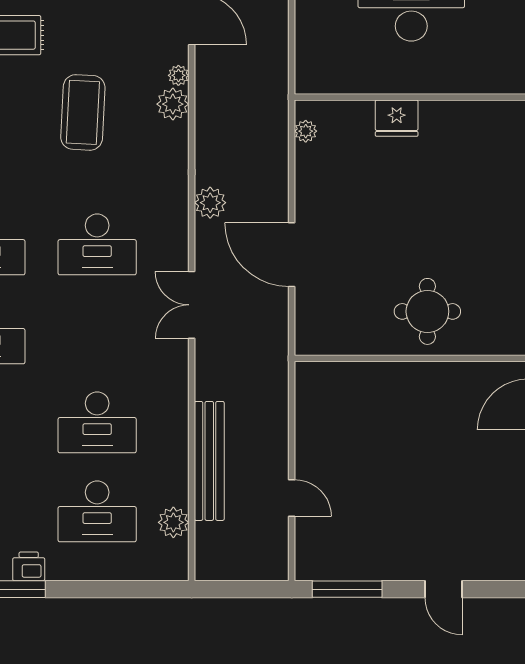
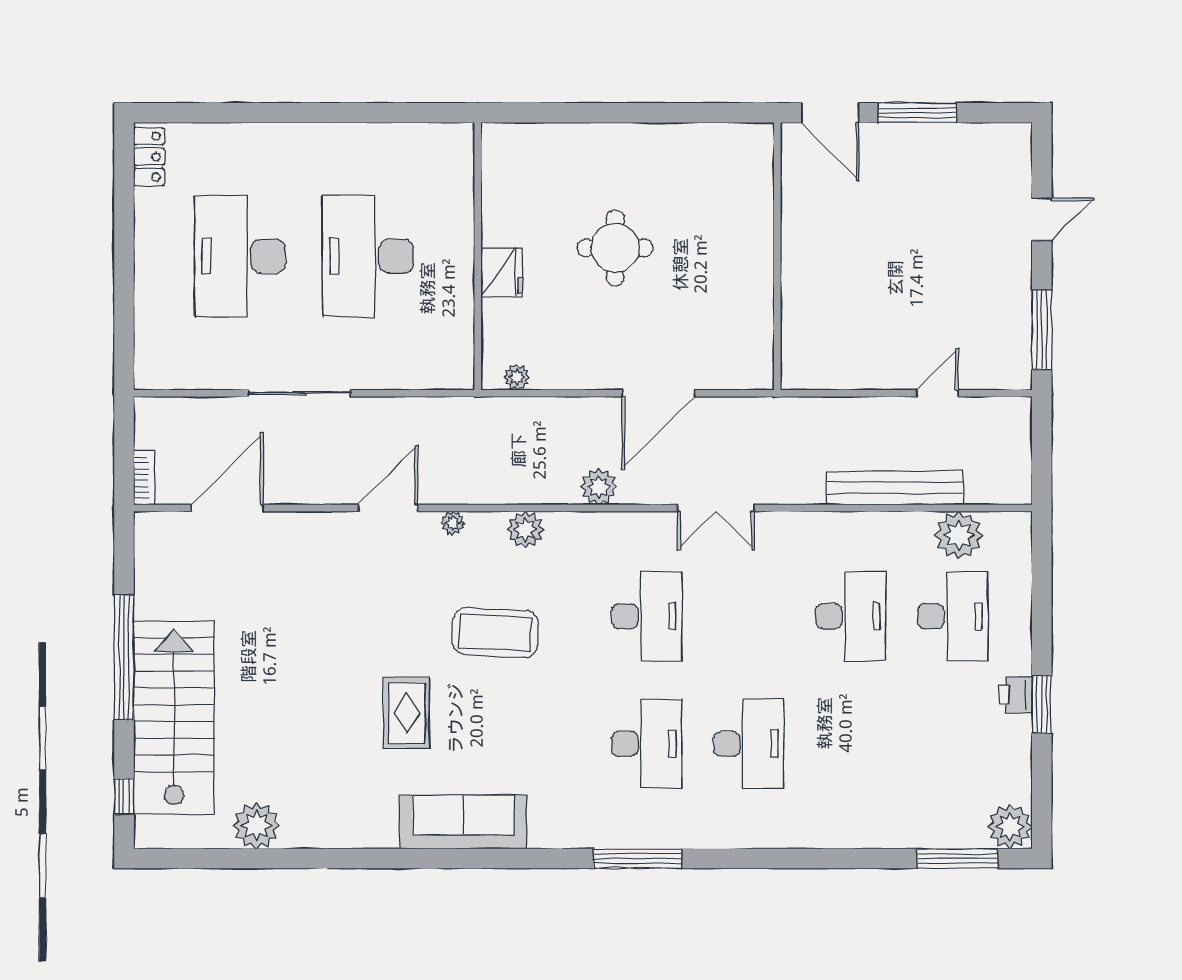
plant: (173, 104) -> (525, 530), moved
round table: (427, 311) -> (615, 248), moved
plant: (173, 522) -> (959, 535), width x1.36, depth x1.36

